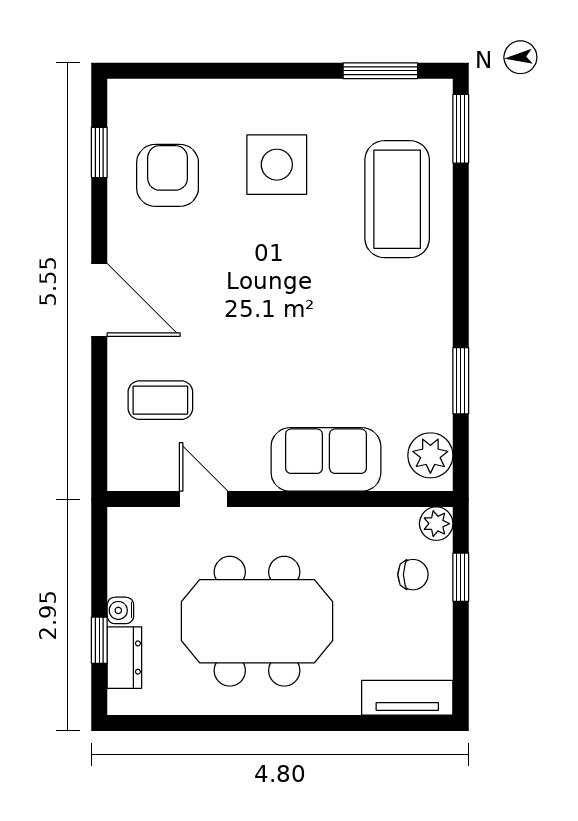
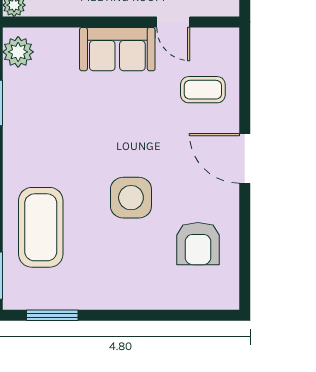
window: (99, 152) -> (245, 259), removed
side table: (277, 165) -> (131, 198), moved
sofa: (326, 459) -> (117, 49), moved

